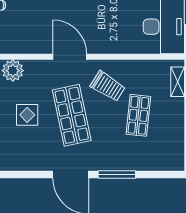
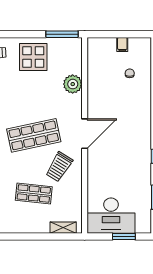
display table: (27, 115) -> (34, 97), removed

